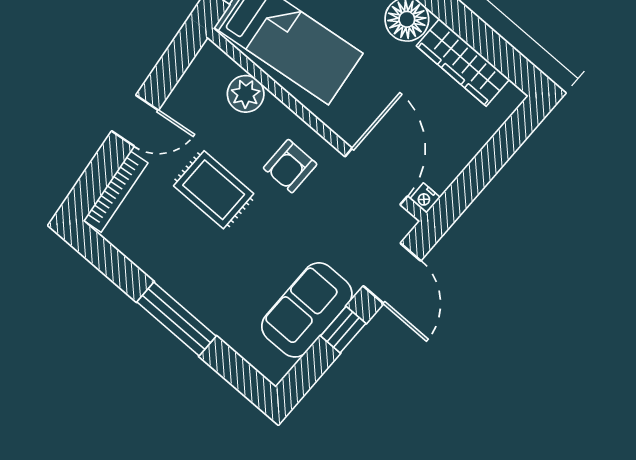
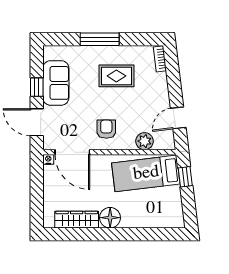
door: (135, 121) -> (178, 118), moved
rug: (214, 190) -> (116, 76), moved
bookcase: (116, 192) -> (160, 59), width x0.64

